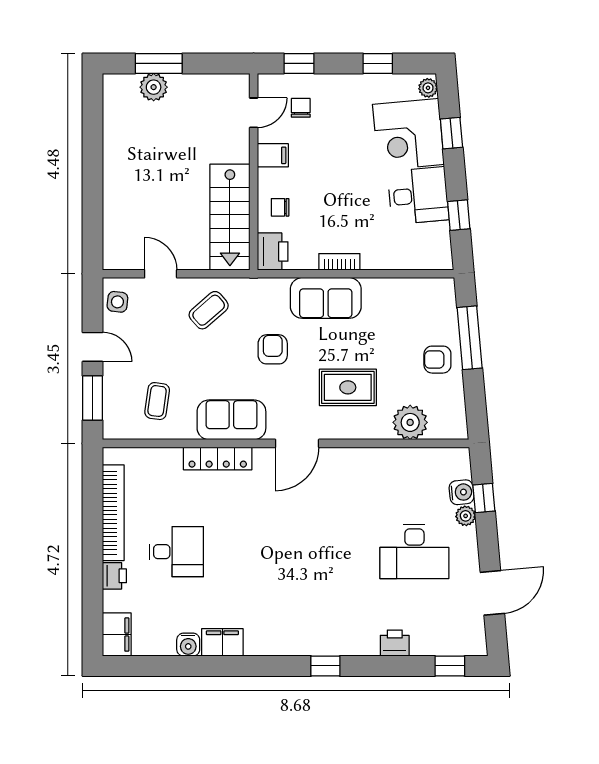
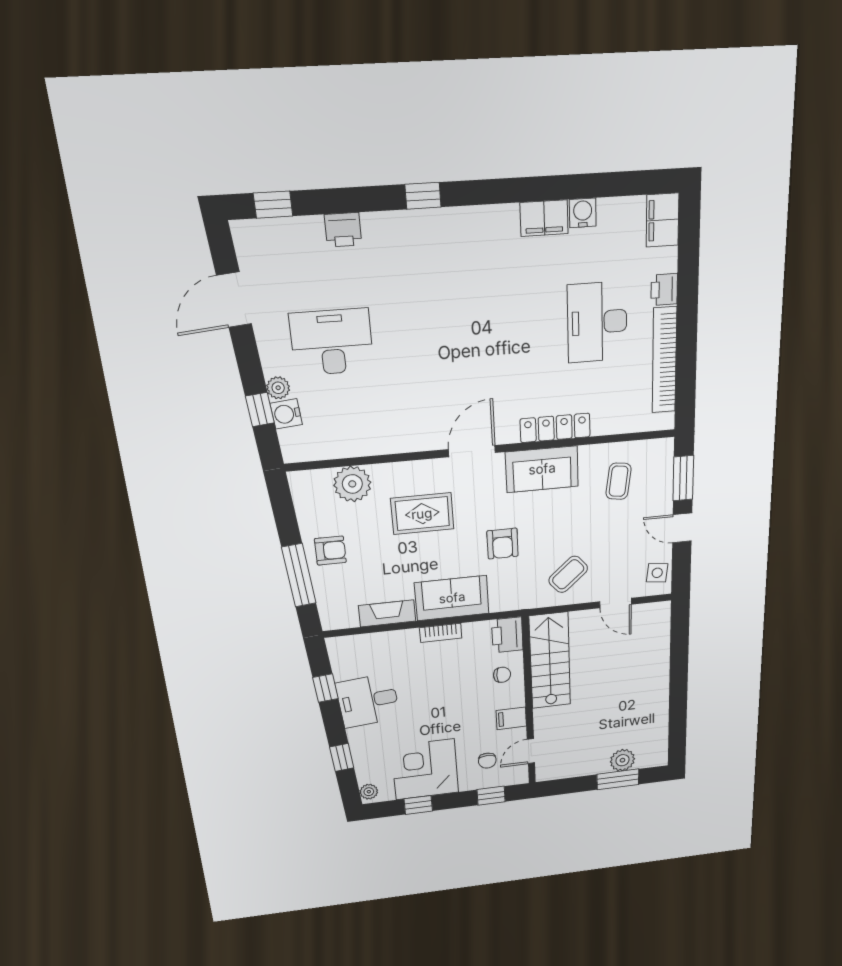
corner desk: (408, 134) -> (425, 769), moved, turned -85
fireplace: (390, 289) -> (387, 613), added
desk: (176, 552) -> (597, 322), width x1.37

